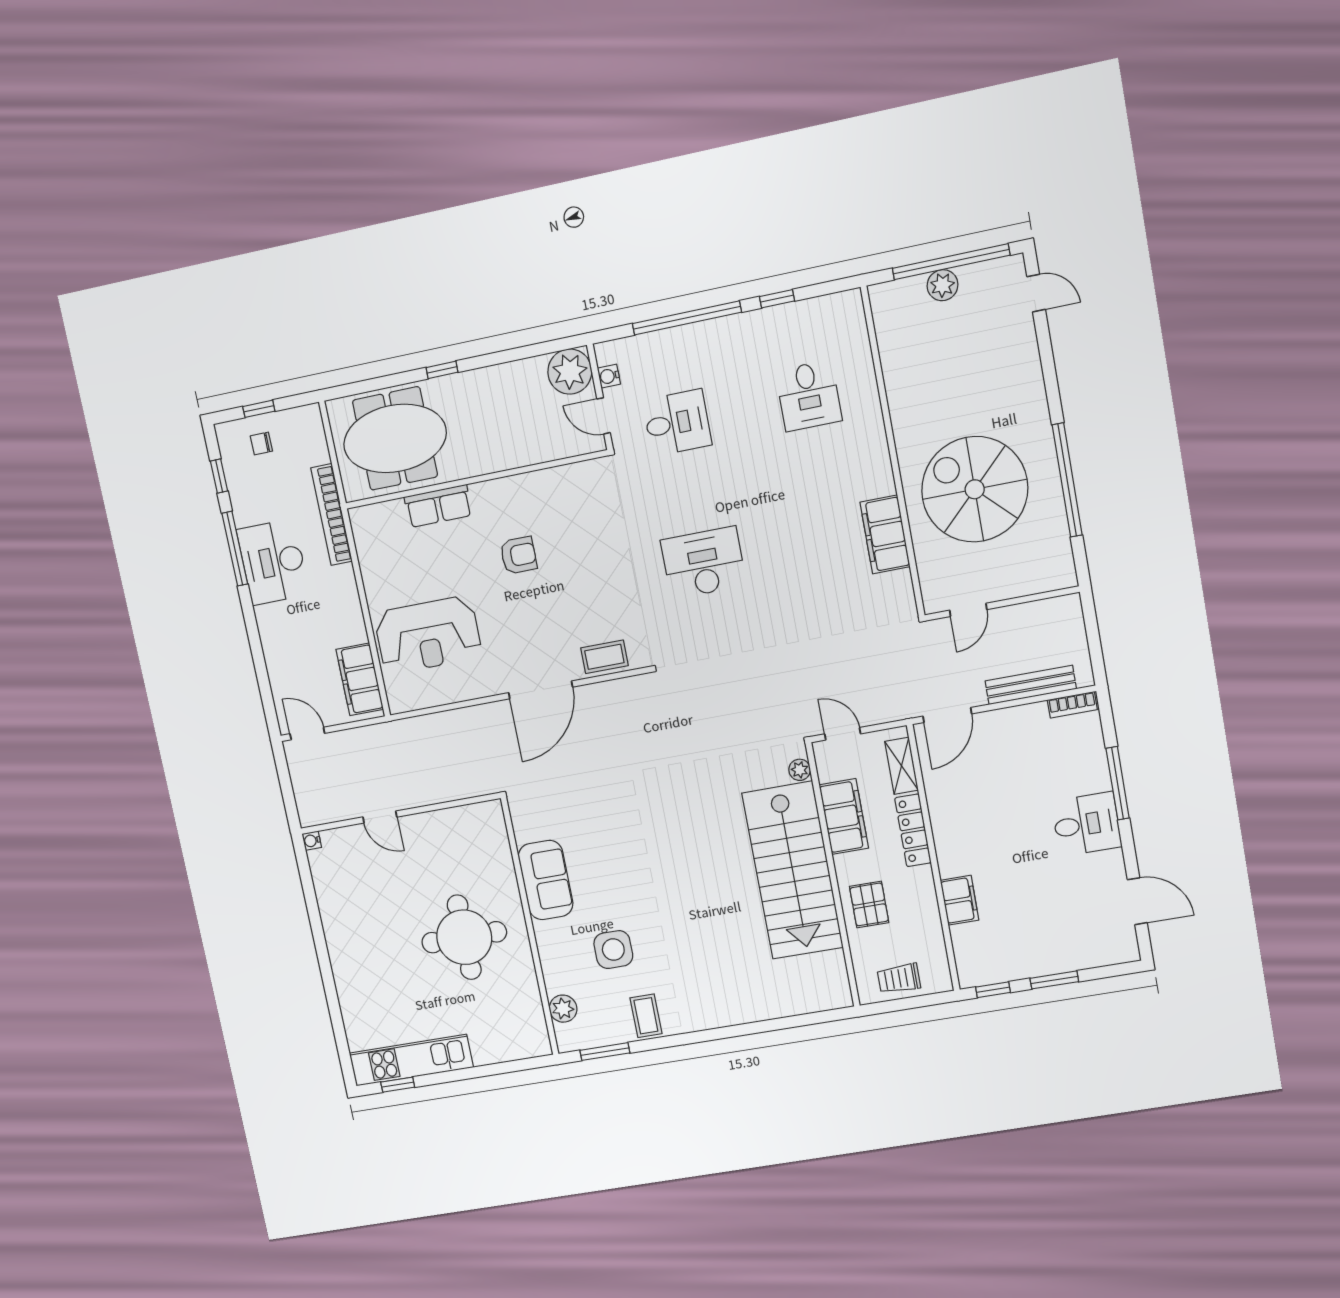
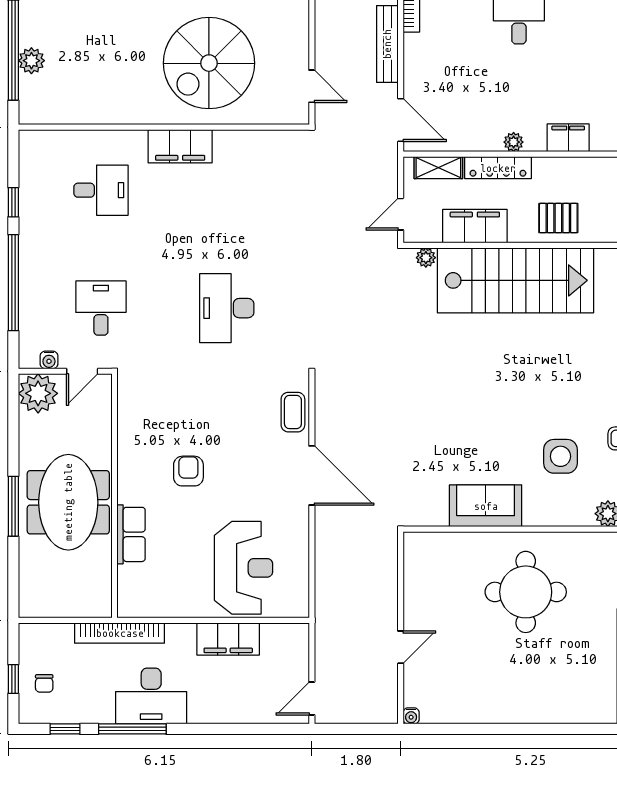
window: (442, 370) -> (13, 506), width x2.17
meeting table: (395, 438) -> (68, 502), moved
filing cabinet: (885, 534) -> (180, 146), moved
filing cabinet: (360, 679) -> (228, 639), moved
plant: (944, 842) -> (514, 142), added

